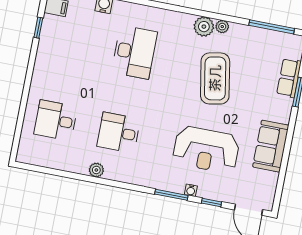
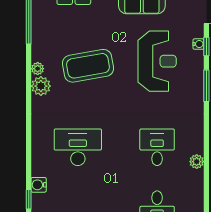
desk: (119, 133) -> (157, 147), turned 180
water cooler: (191, 190) -> (198, 44), moved

